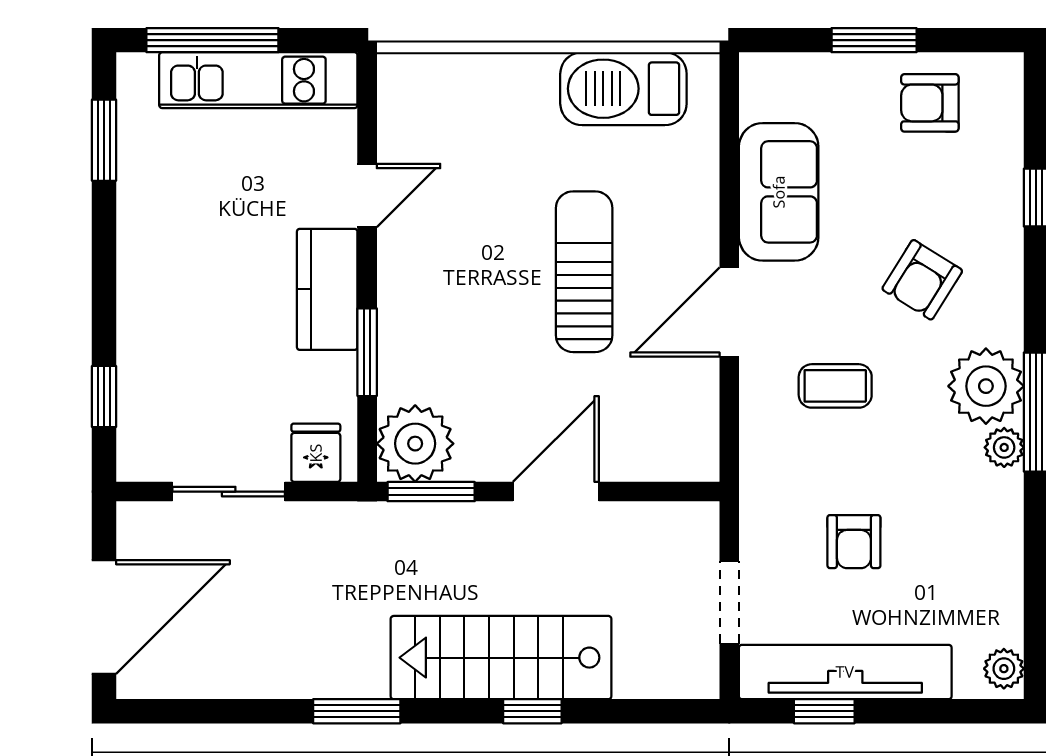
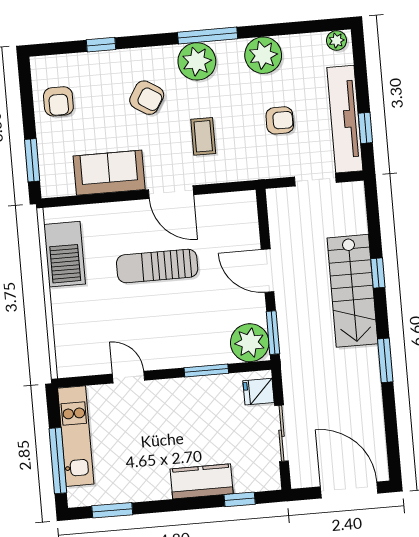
window: (874, 40) -> (32, 160), moved
kitchen counter: (327, 289) -> (202, 481), moved, turned 180
plant: (1004, 447) -> (263, 55), moved, width x1.88, depth x1.88

